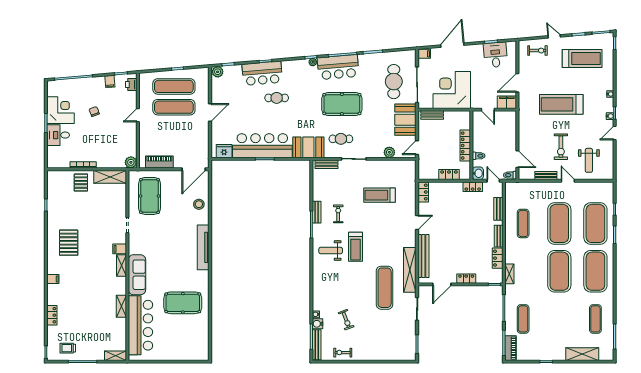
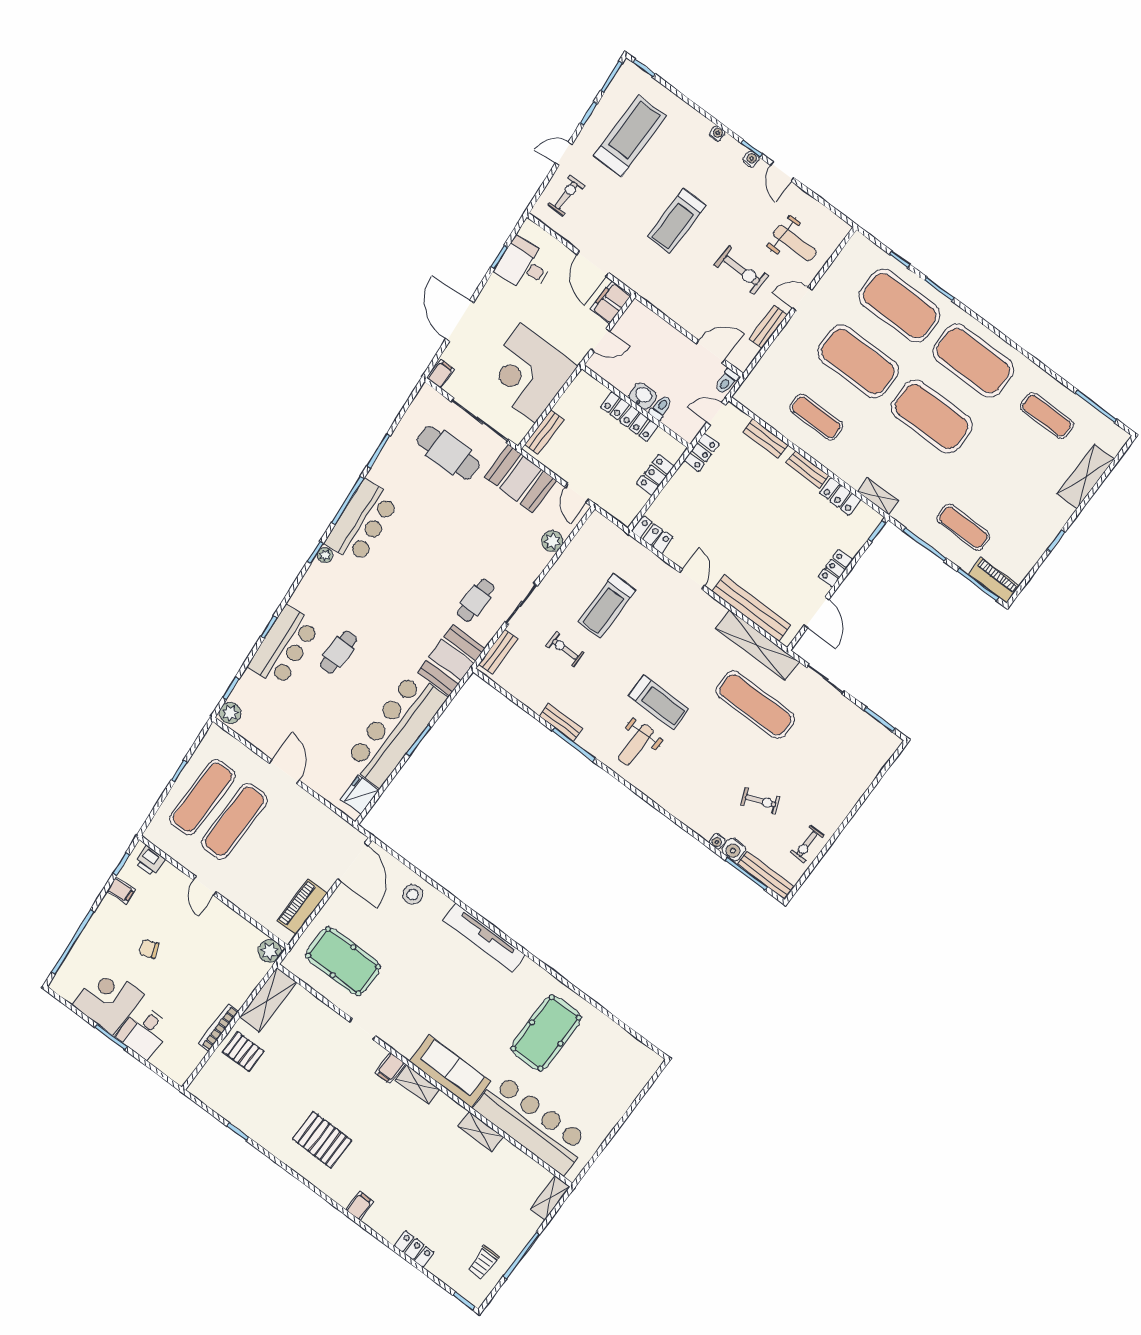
pool table: (342, 104) -> (423, 559), removed
treadmill: (561, 104) -> (677, 221), width x0.73, depth x0.73
washbasin: (478, 173) -> (643, 396), moved
exercise bike: (338, 214) -> (565, 649), moved

